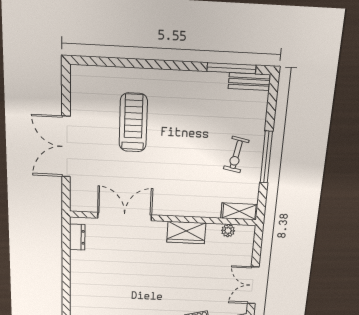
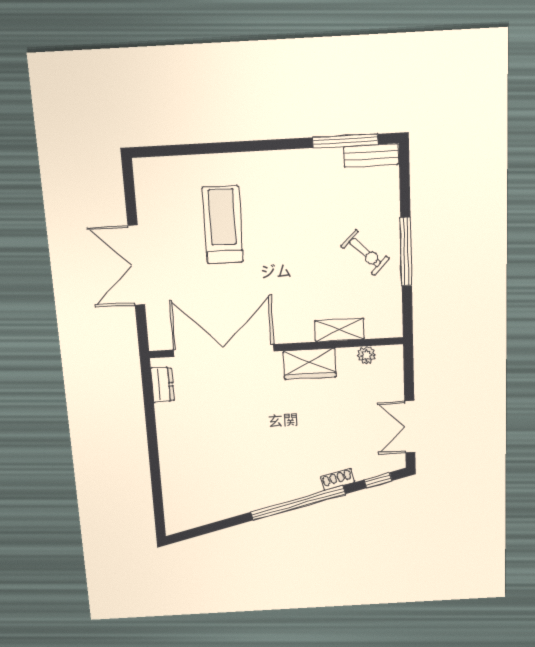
exercise bike: (236, 155) -> (365, 252), turned -57
shelving: (239, 211) -> (340, 330), moved
double door: (125, 217) -> (224, 351), width x1.36

